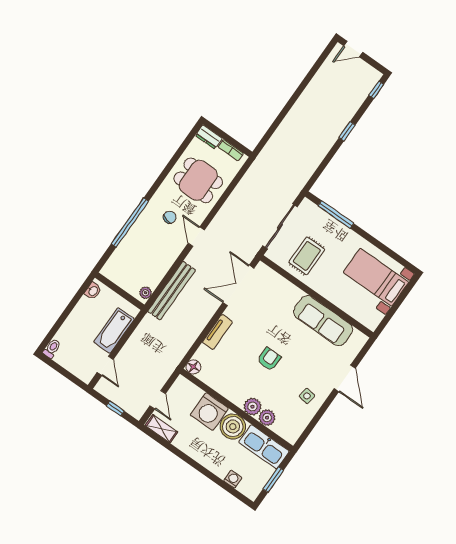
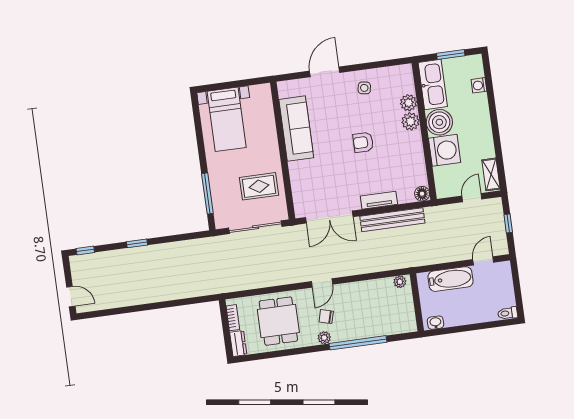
plant: (156, 202) -> (324, 338), added
bench: (172, 291) -> (392, 220), moved

